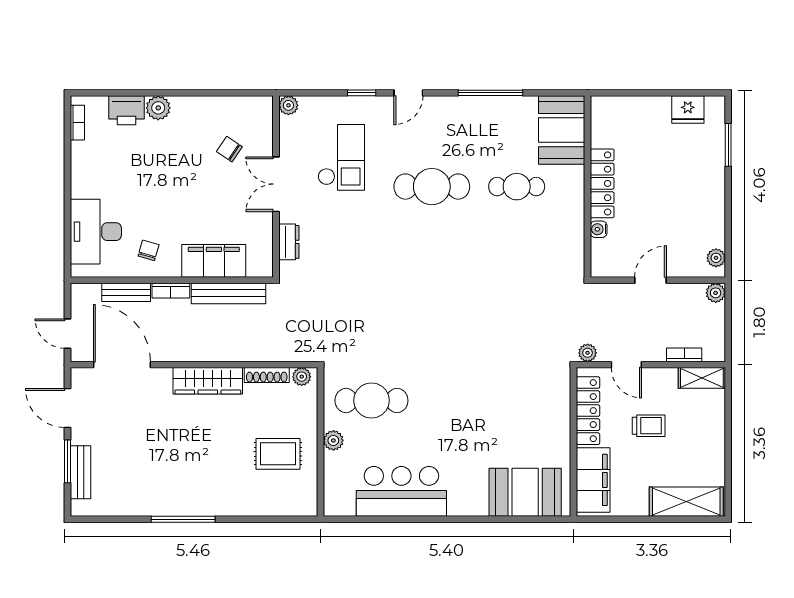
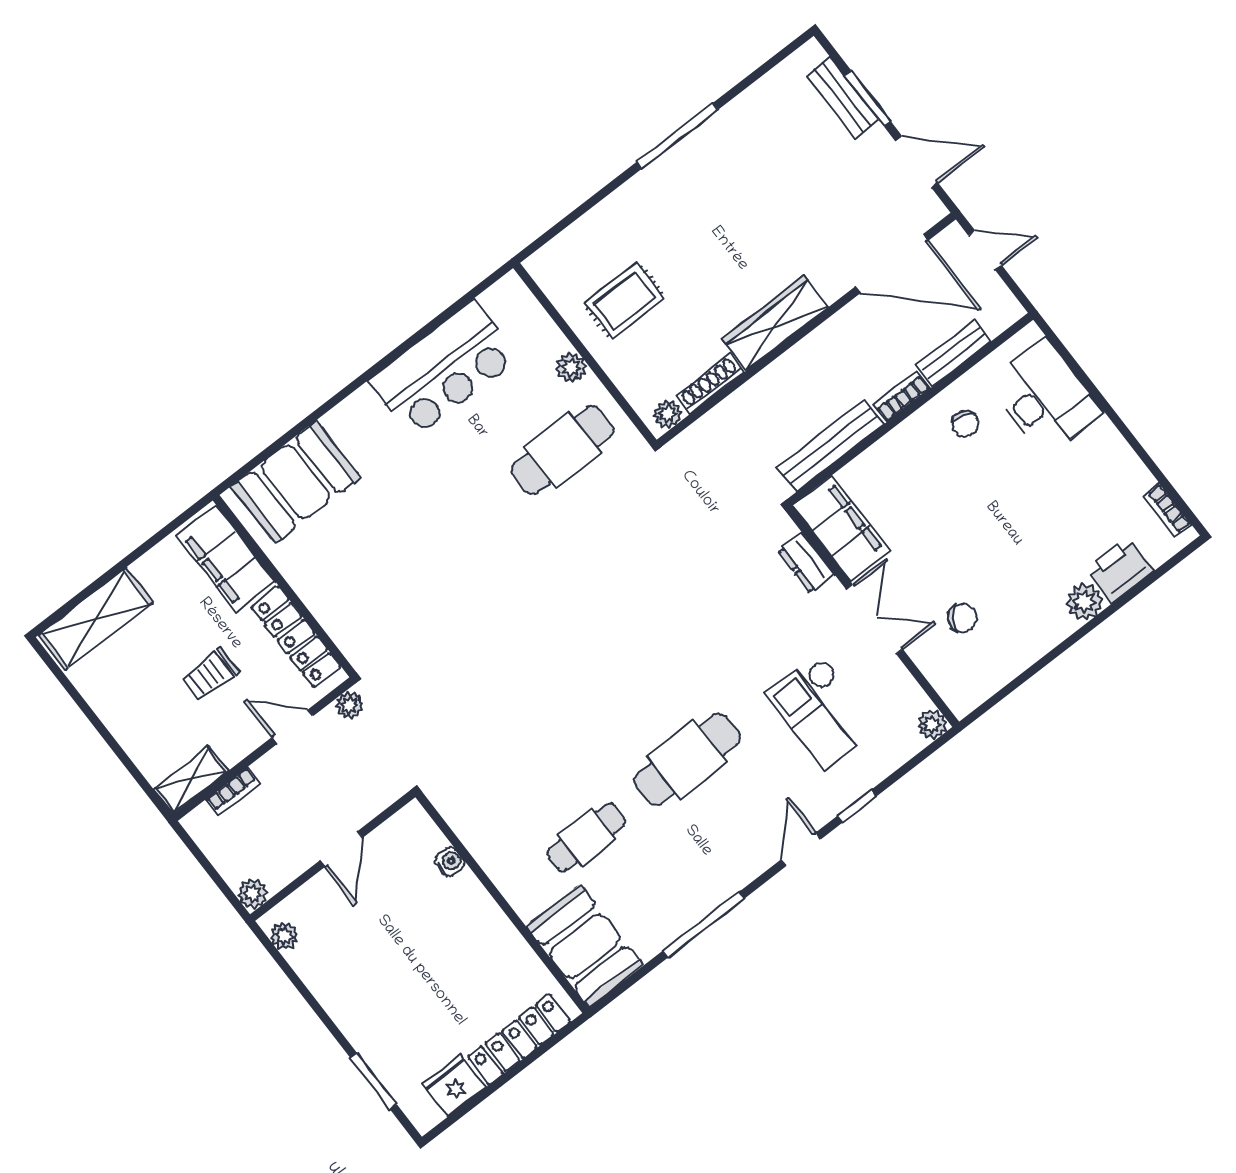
locker: (602, 183) -> (519, 1039), moved, turned 90
filing cabinet: (214, 261) -> (841, 529), moved, turned -90

